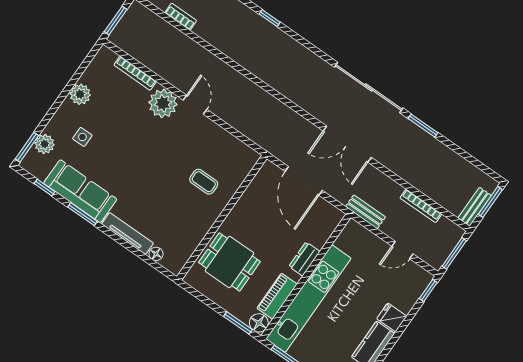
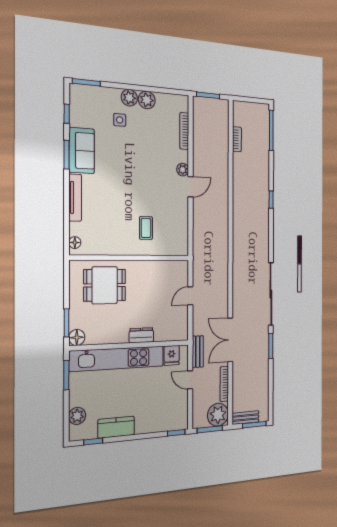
plant: (163, 103) -> (183, 170), width x0.53, depth x0.53
plant: (45, 144) -> (129, 98), moved
double door: (347, 144) -> (230, 340), moved
door: (304, 181) -> (190, 296), width x0.53
sofa: (80, 191) -> (82, 151), width x0.73
plant: (447, 235) -> (218, 415), added
door: (402, 250) -> (190, 380), moved
floor lamp: (156, 254) -> (75, 243), moved
dining table: (229, 262) -> (105, 285), turned 90
piano: (277, 296) -> (104, 336), removed
fridge: (392, 317) -> (172, 355), moved, turned 180

